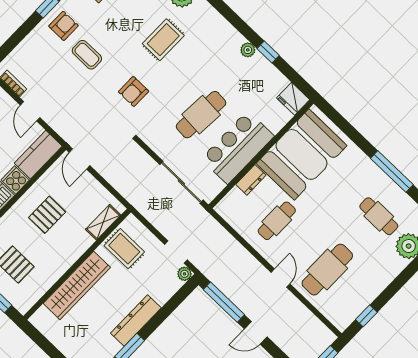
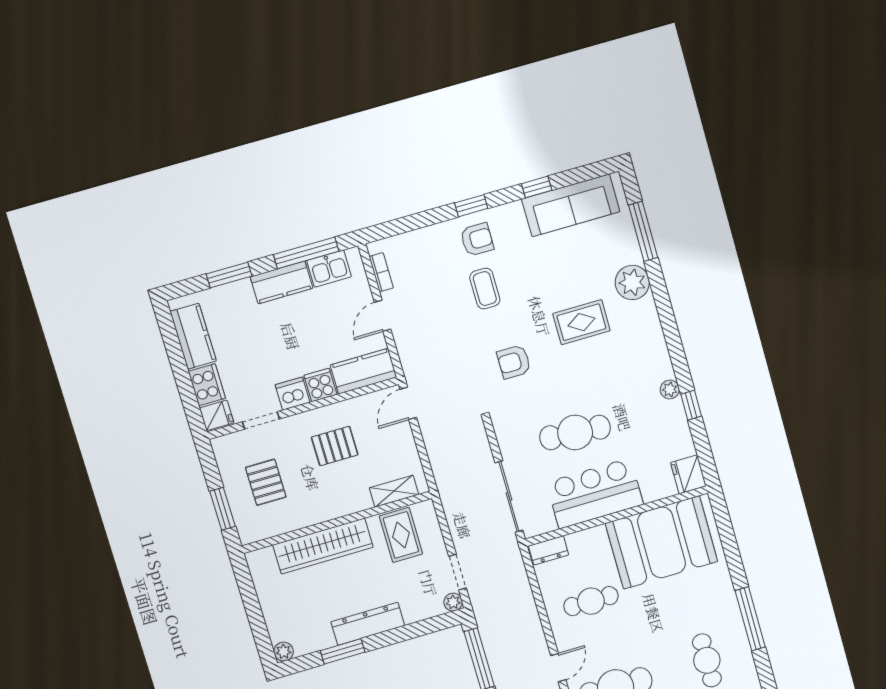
dresser: (251, 180) -> (549, 550), moved

